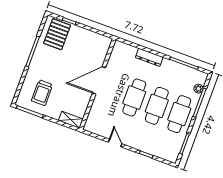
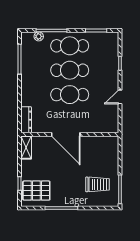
dresser: (149, 57) -> (26, 120), moved
shelving: (71, 120) -> (26, 147), moved

